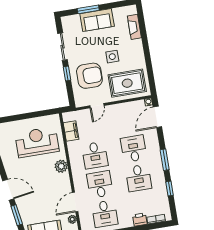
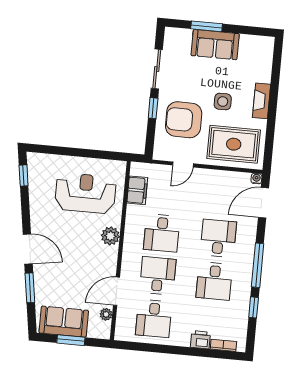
fireplace: (134, 27) -> (262, 101), moved
armchair: (89, 76) -> (184, 120), turned 180
window: (165, 160) -> (258, 265), width x1.44

